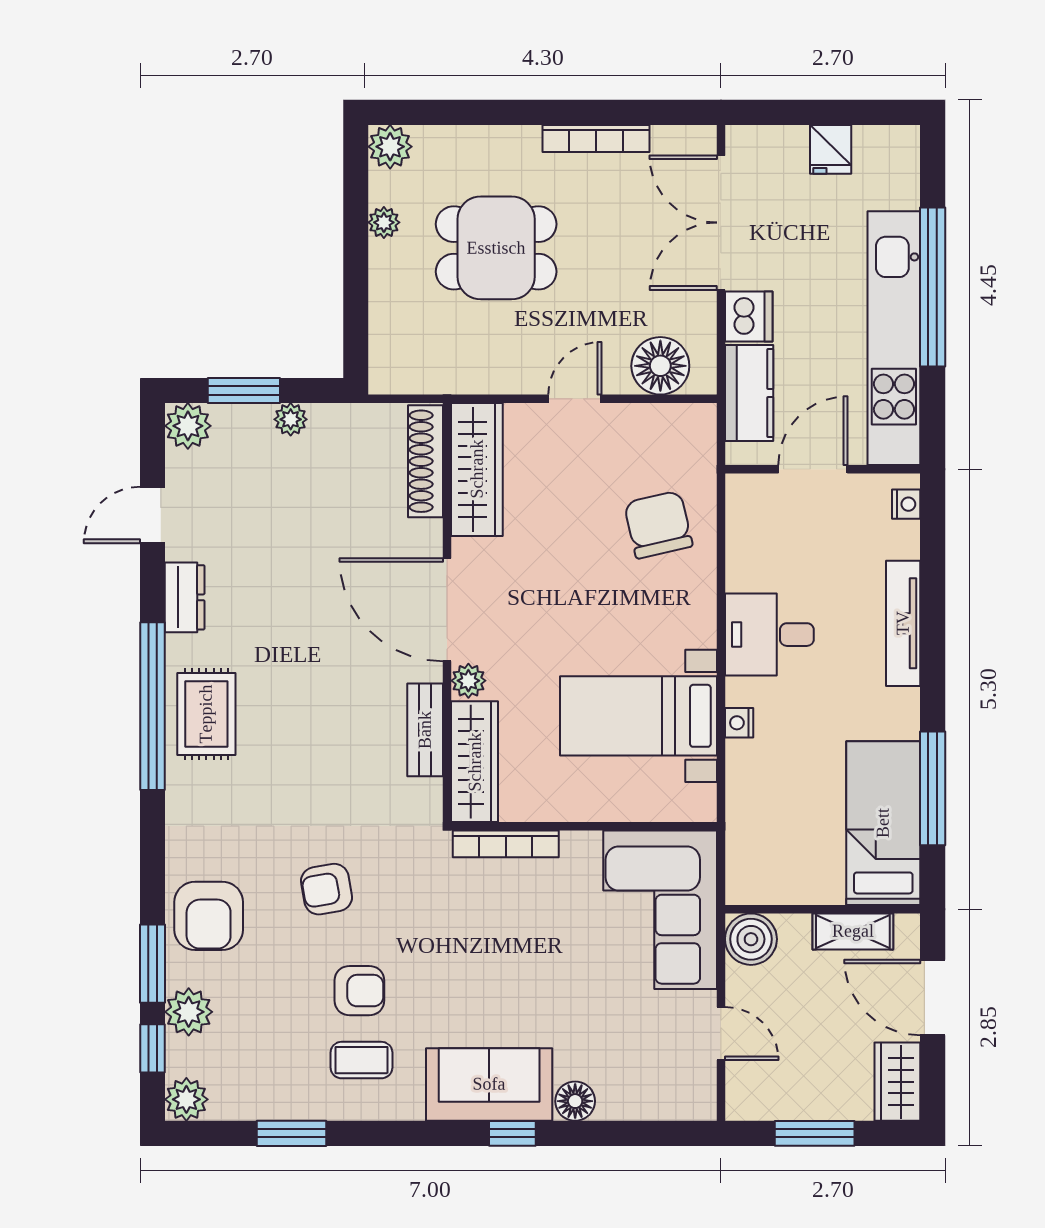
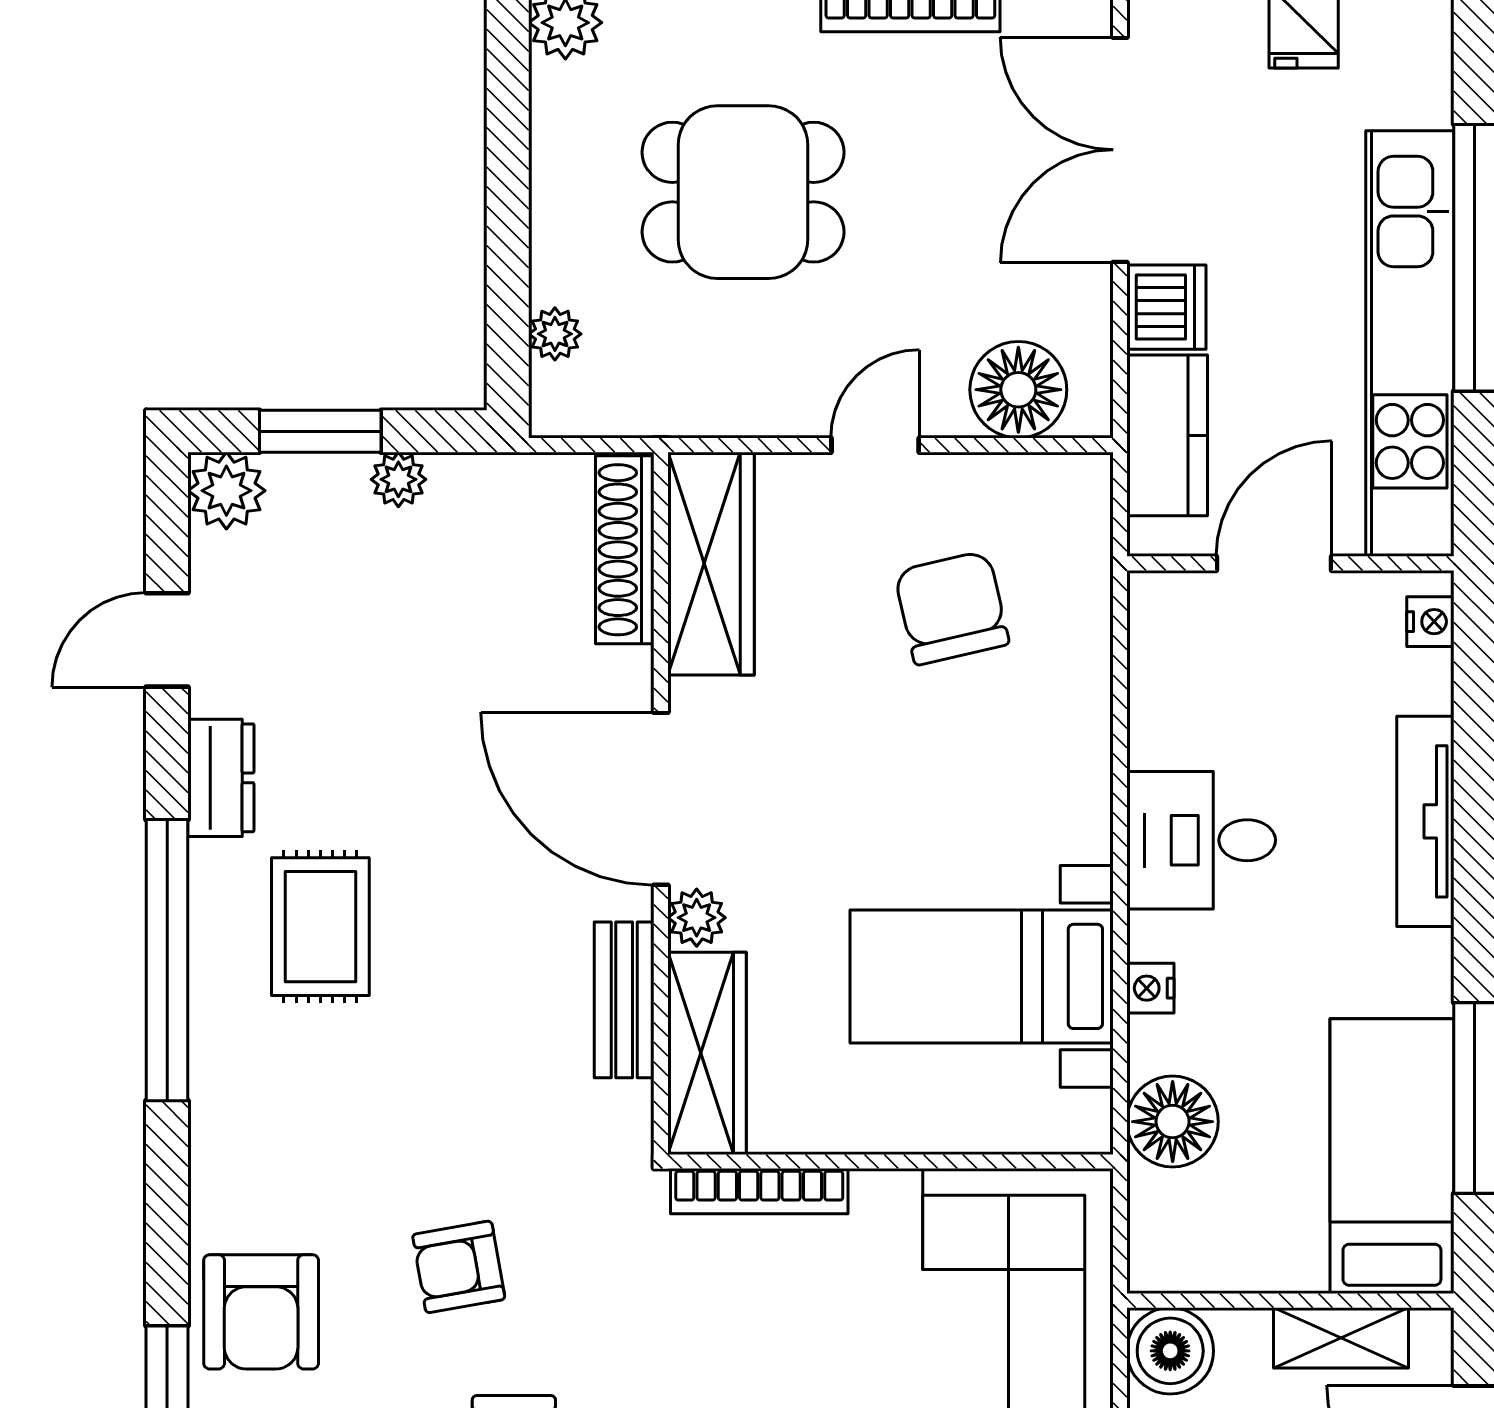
plant: (384, 222) -> (555, 334), moved
chair: (658, 525) -> (952, 608), moved
rug: (206, 714) -> (320, 927), moved
floor lamp: (752, 802) -> (1173, 1122), added

